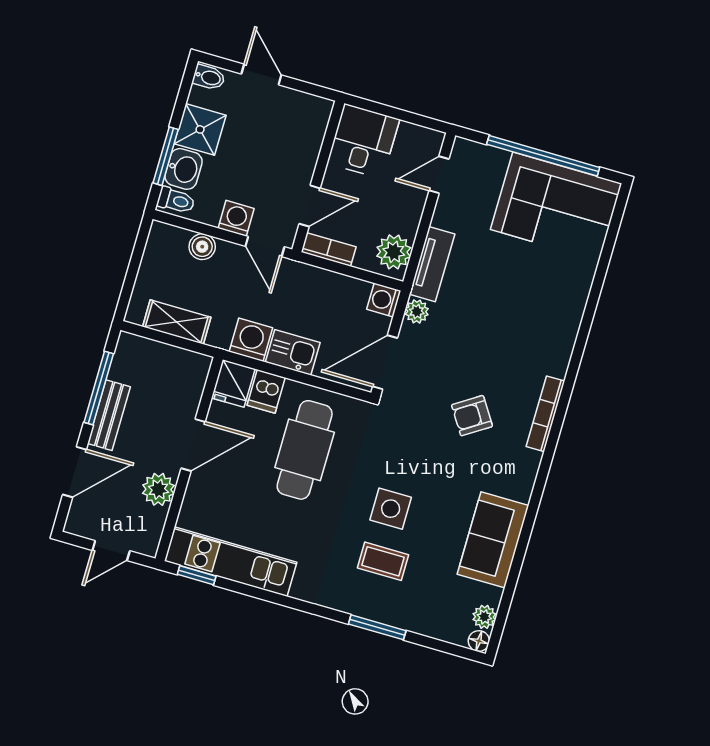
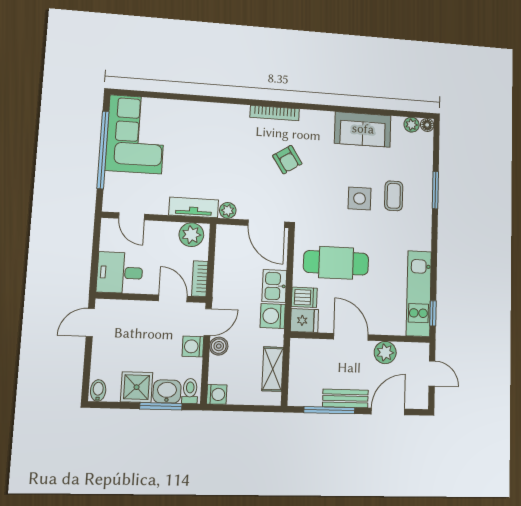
door: (261, 74) -> (90, 322), moved
boiler: (202, 247) -> (219, 346), moved
washing machine: (384, 300) -> (217, 394), moved, turned -90
door: (75, 472) -> (388, 411), hinge flipped

